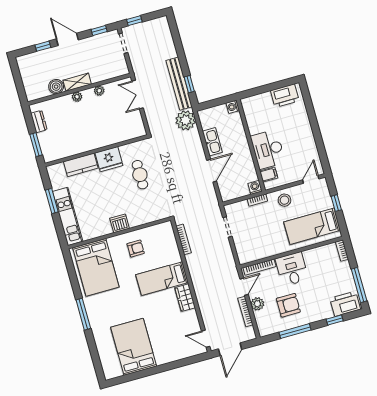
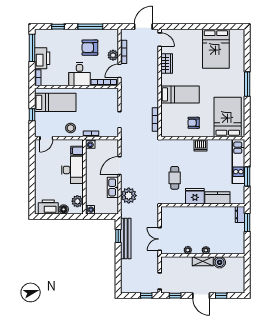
double door: (138, 95) -> (160, 239), swing flipped
floor lamp: (265, 98) -> (64, 209), added
plant: (251, 113) -> (77, 201), added
plant: (186, 120) -> (129, 196), moved
dresser: (39, 122) -> (240, 215), moved
wardrobe: (185, 298) -> (167, 64), moved
printer: (345, 304) -> (42, 58), moved, turned -90

